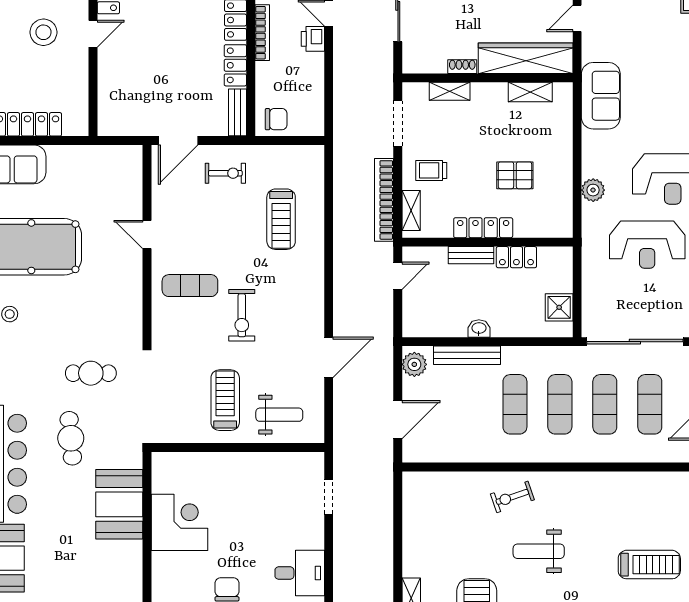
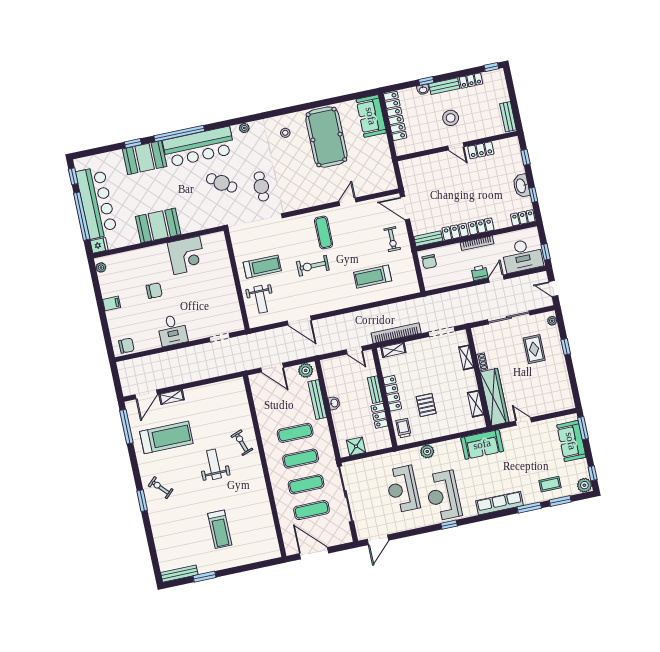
trolley: (431, 170) -> (403, 428), moved
cafe table: (71, 438) -> (222, 183), turned 39
booth: (119, 504) -> (158, 225), moved

